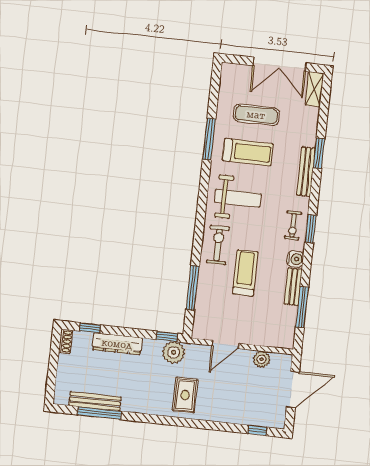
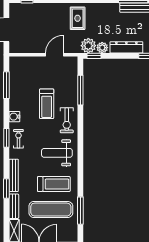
exercise mat: (256, 115) -> (51, 210), width x1.36, depth x1.45
window: (209, 139) -> (80, 211), moved
treadmill: (248, 152) -> (54, 184), turned 180
bench: (293, 287) -> (14, 206), moved
plant: (262, 359) -> (102, 48), moved

